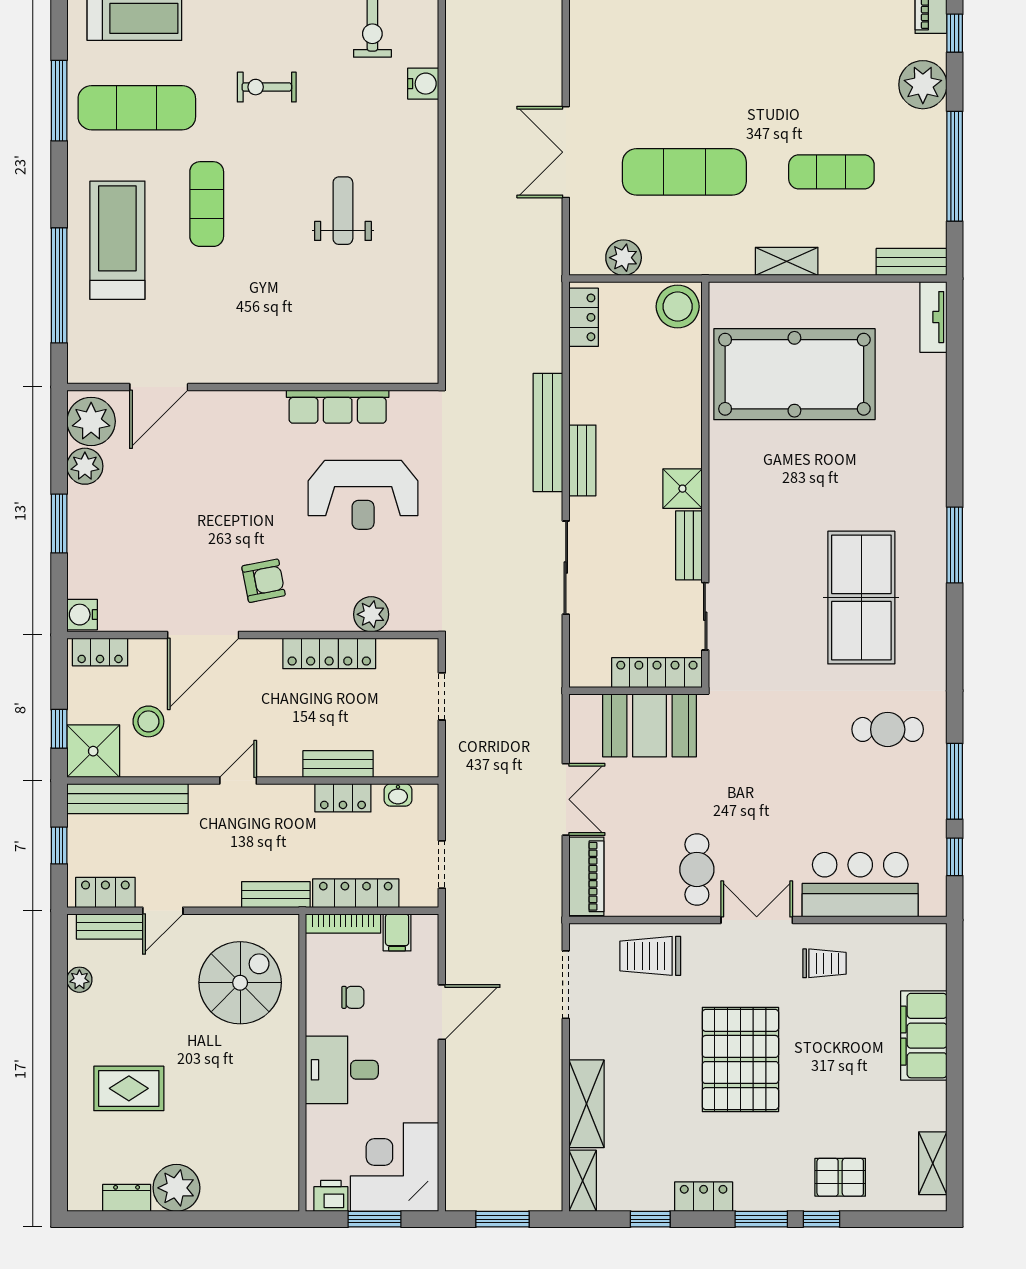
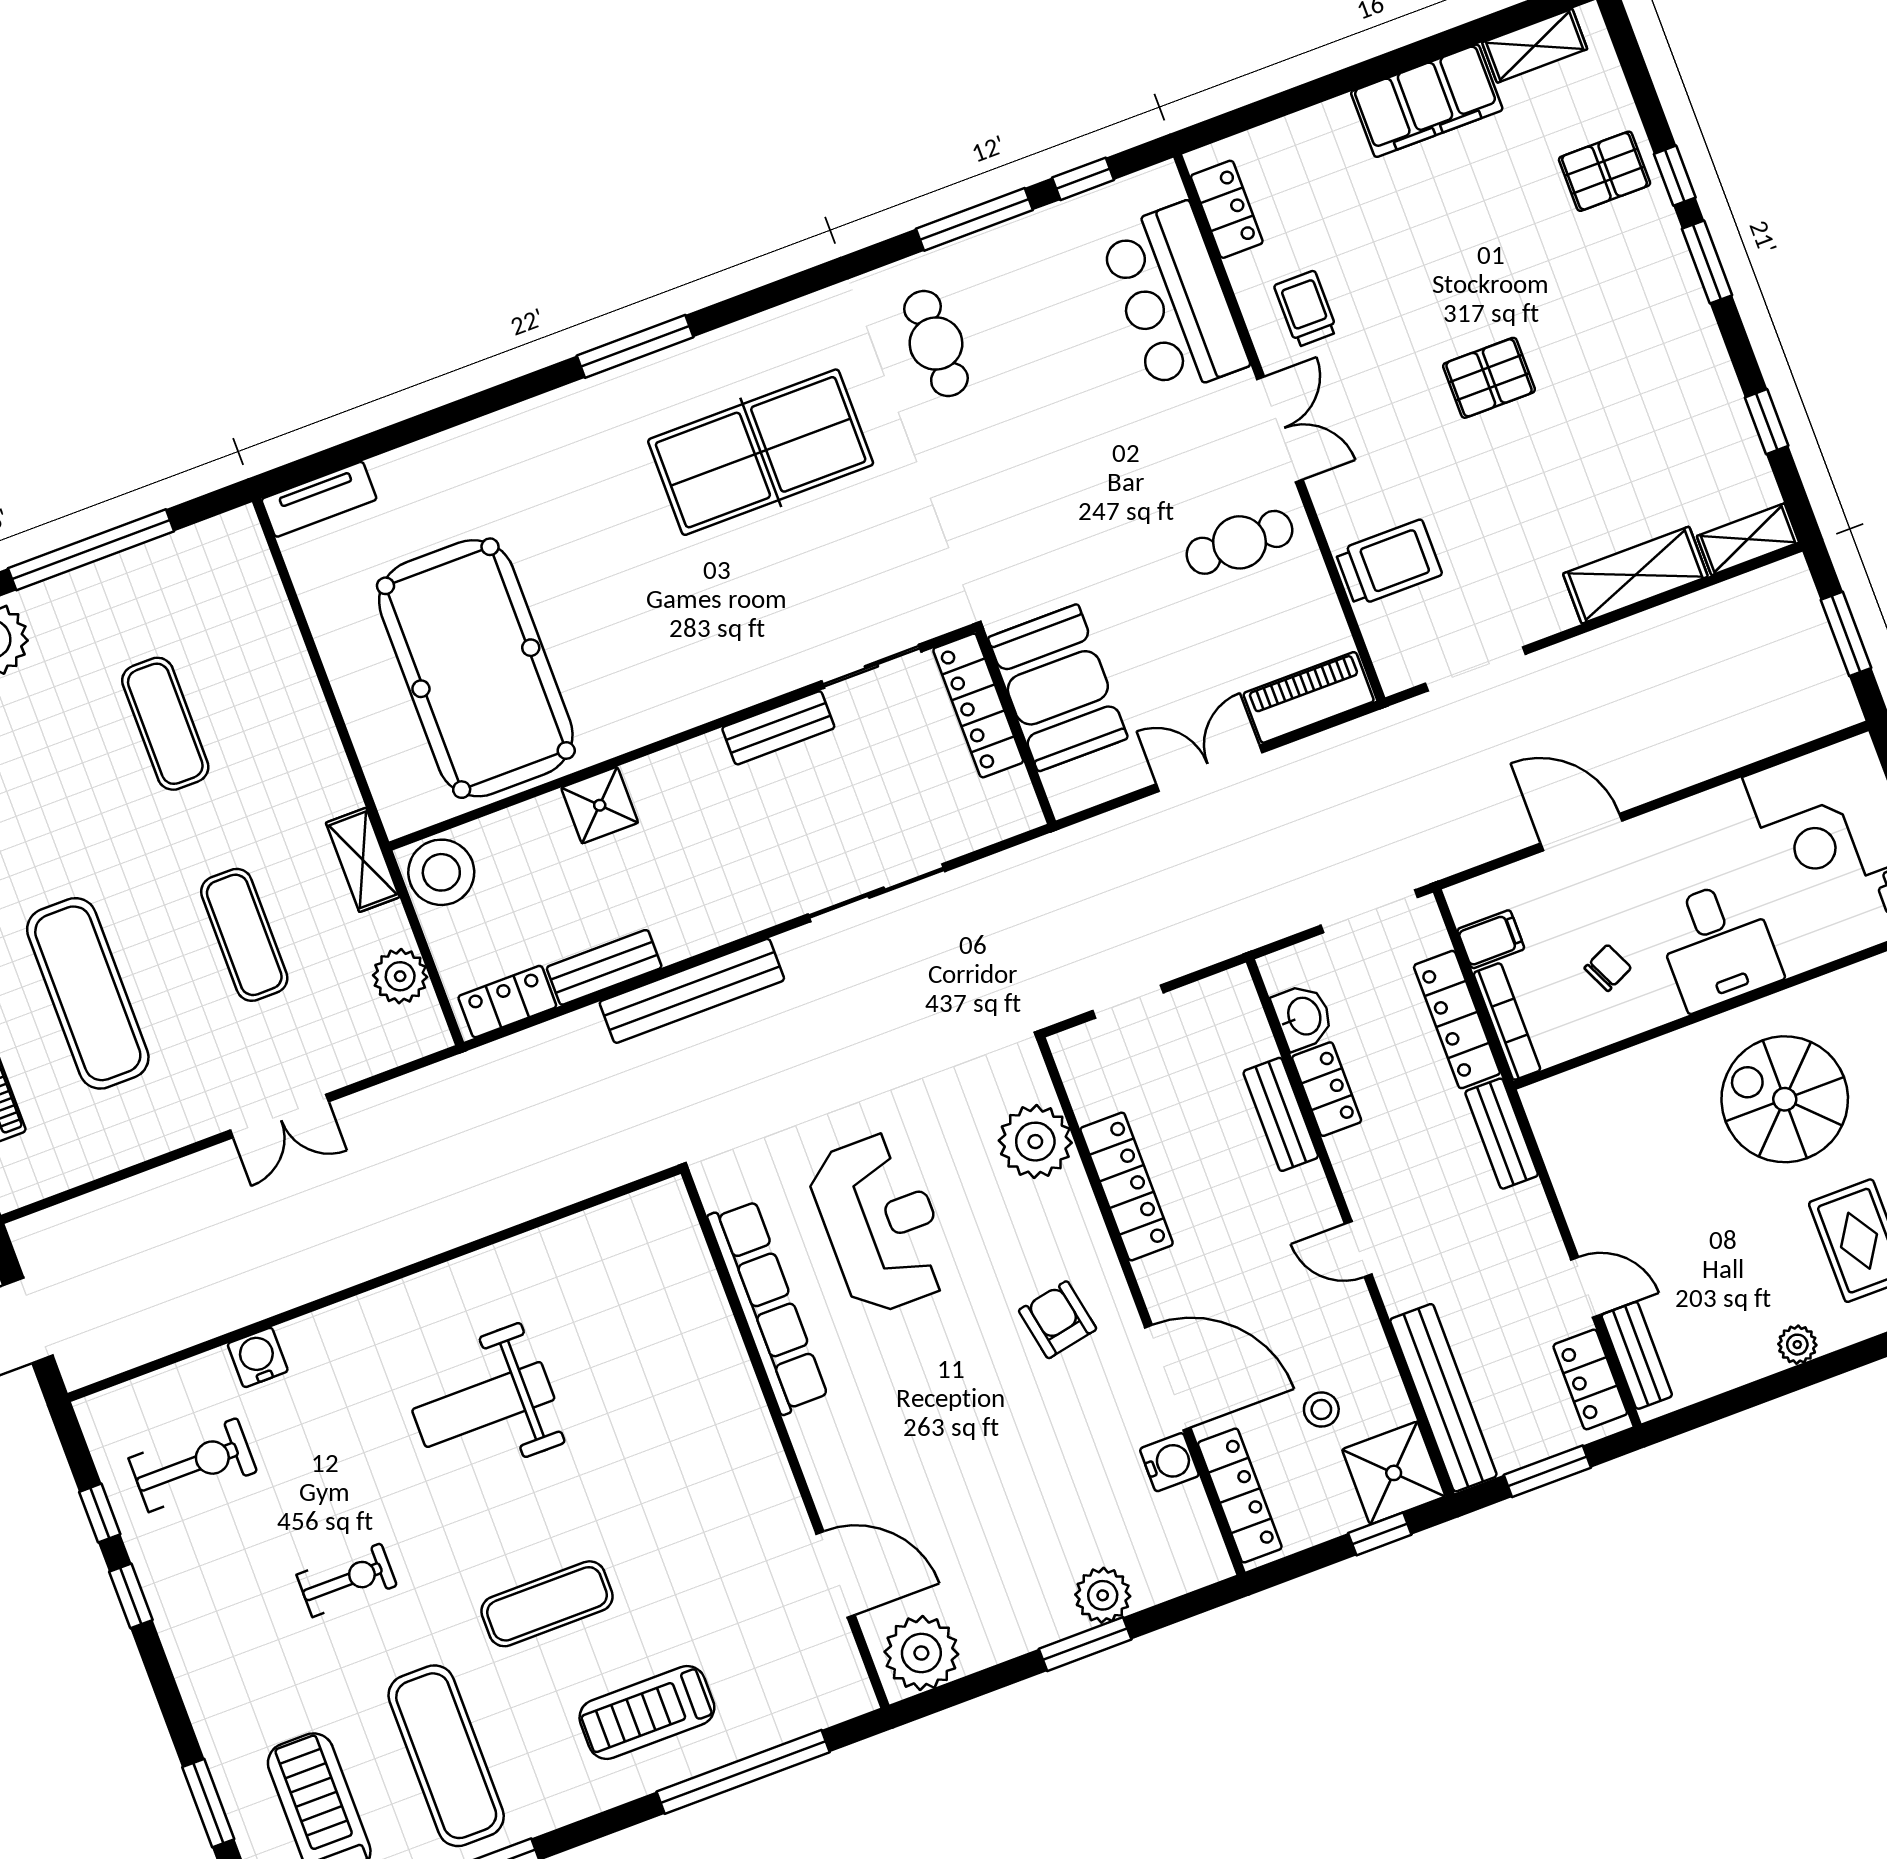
exercise mat: (684, 63) -> (88, 993), added
exercise bike: (267, 87) -> (347, 1580), turned -90
double door: (566, 152) -> (279, 1116), width x0.73
exercise mat: (684, 172) -> (244, 935), width x0.73, depth x0.69
weight bench: (343, 211) -> (483, 1405), width x1.36, depth x1.33
treadmill: (117, 240) -> (647, 1713), width x0.73, depth x0.73
shelving: (787, 261) -> (363, 860), moved
bench: (912, 262) -> (252, 560), removed
row of seats: (338, 407) -> (768, 1307), width x1.36
bench: (582, 460) -> (604, 967), moved
plant: (85, 466) -> (1103, 1595), moved
shower: (682, 489) -> (600, 805), moved
plant: (371, 614) -> (1035, 1142), width x1.36, depth x1.36
water cooler: (82, 615) -> (1169, 1462), moved, turned -90
locker: (100, 652) -> (1240, 1495), width x1.53
stool: (148, 721) -> (1321, 1410), width x0.73, depth x0.73
washbasin: (398, 795) -> (1303, 1017), width x1.38, depth x1.45
window: (59, 845) -> (1547, 1471), width x1.50
doorway: (442, 864) -> (1369, 911), width x1.38
double door: (757, 920) -> (1280, 429), swing flipped
trolley: (650, 956) -> (1389, 563), turned -90
plant: (79, 980) -> (1797, 1345), moved
spiral stairs: (240, 983) -> (1785, 1099), moved
chair: (353, 997) -> (1608, 968), turned 65
filing cabinet: (924, 1036) -> (1427, 101), moved
pallet: (740, 1059) -> (1489, 378), width x0.49, depth x0.50
pallet: (840, 1177) -> (1605, 171), turned 90
locker: (704, 1197) -> (1227, 209), moved, turned 180

